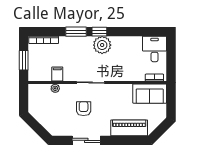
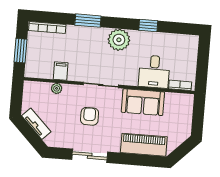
window: (99, 32) -> (148, 26), moved
desk: (155, 49) -> (154, 72), moved, turned 180
sofa: (150, 94) -> (143, 102), moved
tv unit: (41, 118) -> (36, 124), added

